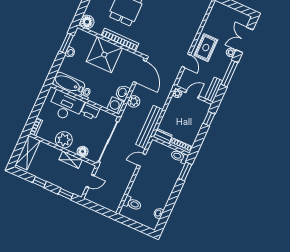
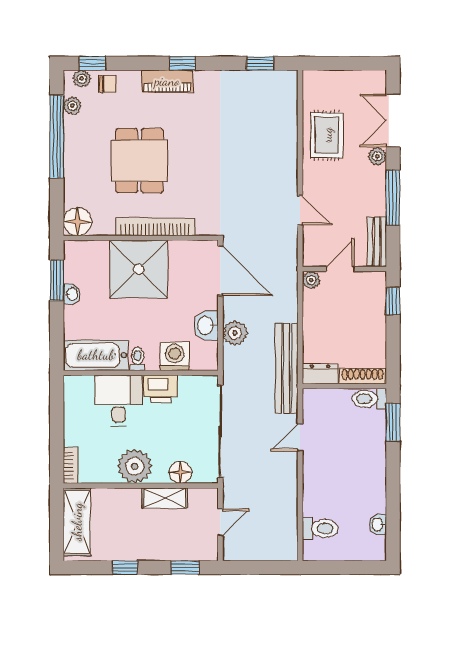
rug: (206, 48) -> (327, 135), moved
washing machine: (116, 105) -> (175, 356), moved, turned 90
desk: (66, 106) -> (119, 401), width x0.73

